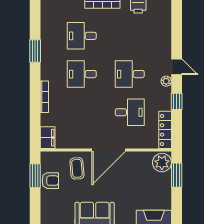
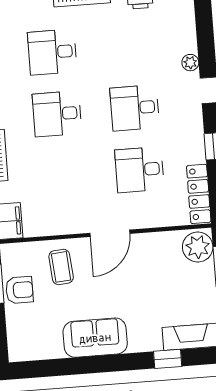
plant: (166, 81) -> (190, 63), moved
desk: (130, 112) -> (139, 170), turned 180
door: (109, 150) -> (110, 233), width x0.73

